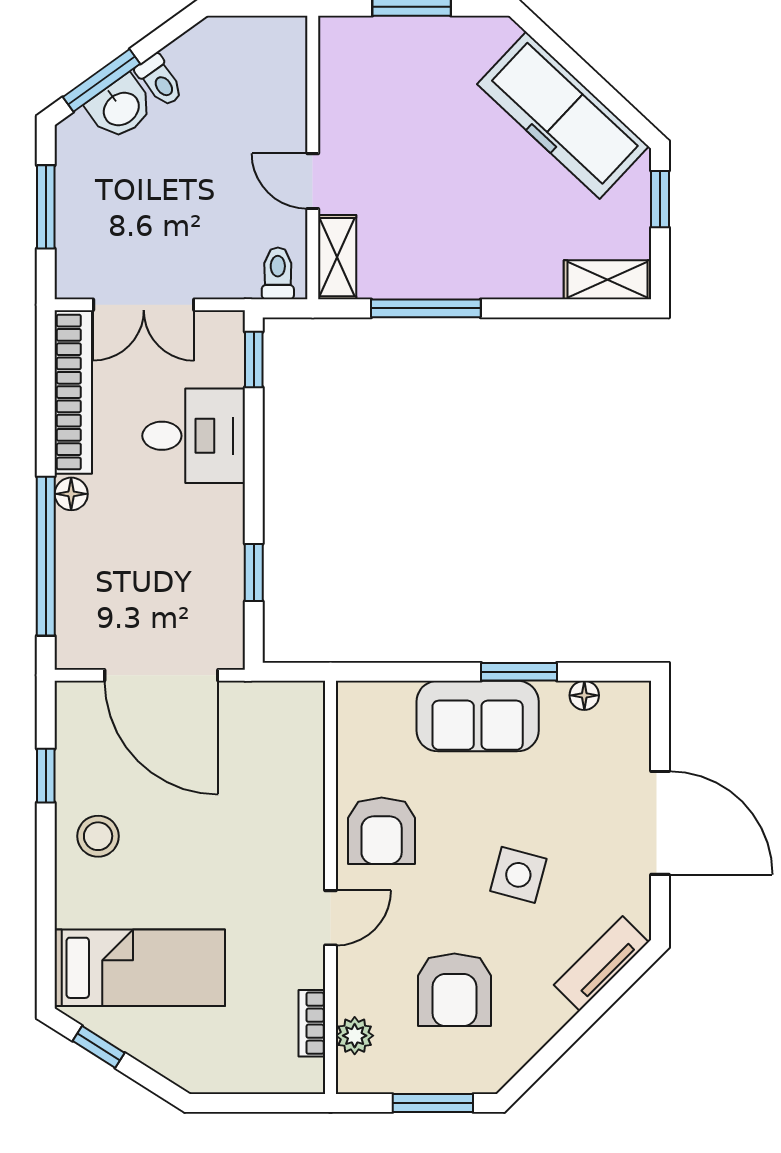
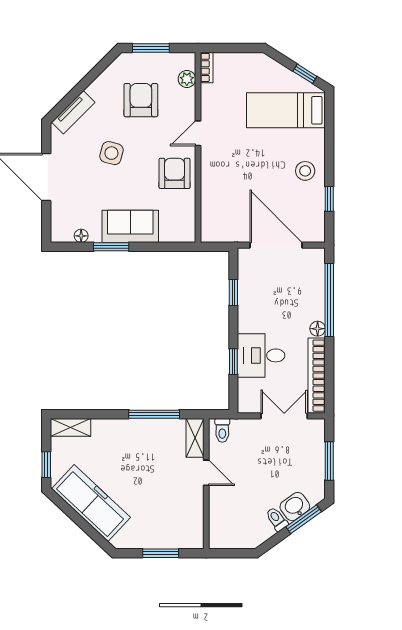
window: (254, 360) -> (233, 362), moved
bookcase: (312, 1023) -> (207, 67), moved

